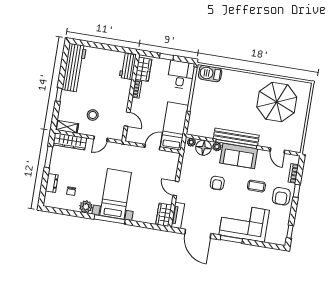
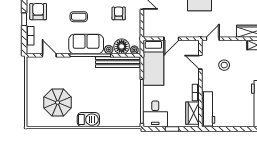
workbench: (128, 66) -> (208, 109), width x1.38
barbecue: (210, 73) -> (88, 120), moved
parasol: (277, 102) -> (58, 103), width x0.73, depth x0.73
stool: (93, 115) -> (224, 65), moved
bench: (236, 137) -> (118, 62), moved
door: (101, 139) -> (213, 39), moved
armchair: (217, 183) -> (119, 13), moved
coffee table: (256, 186) -> (79, 17), moved

